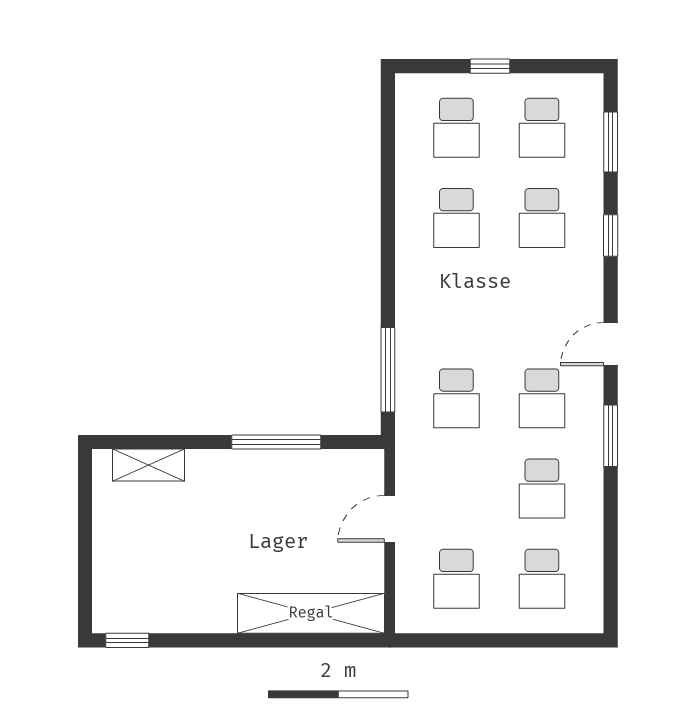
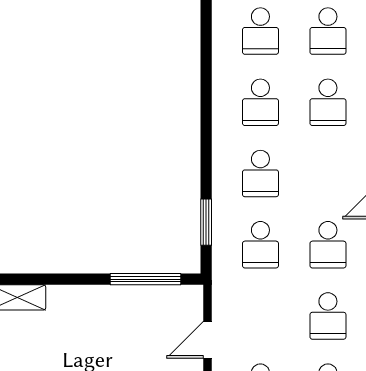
school desk: (456, 308) -> (260, 174), added
window: (388, 370) -> (206, 222), width x0.69
window: (276, 442) -> (146, 279), moved

